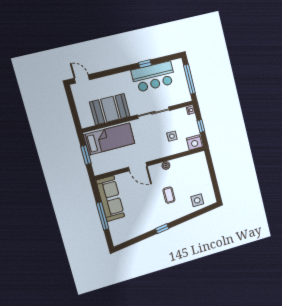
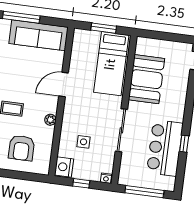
armchair: (193, 177) -> (21, 148), added

